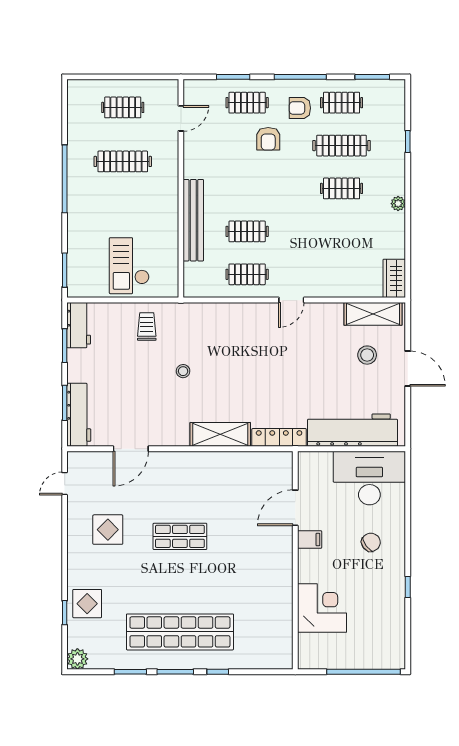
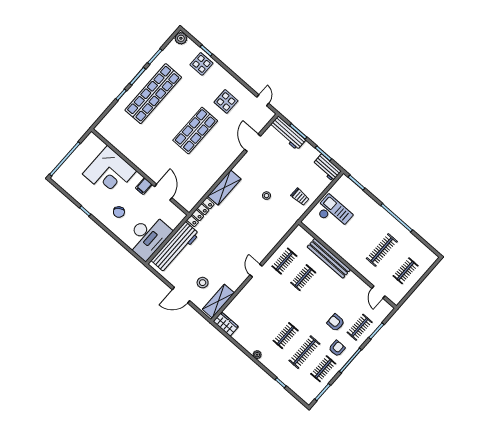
shop shelf: (180, 536) -> (195, 131), width x1.43, depth x1.36
corner desk: (322, 608) -> (109, 172), width x1.36, depth x1.36

